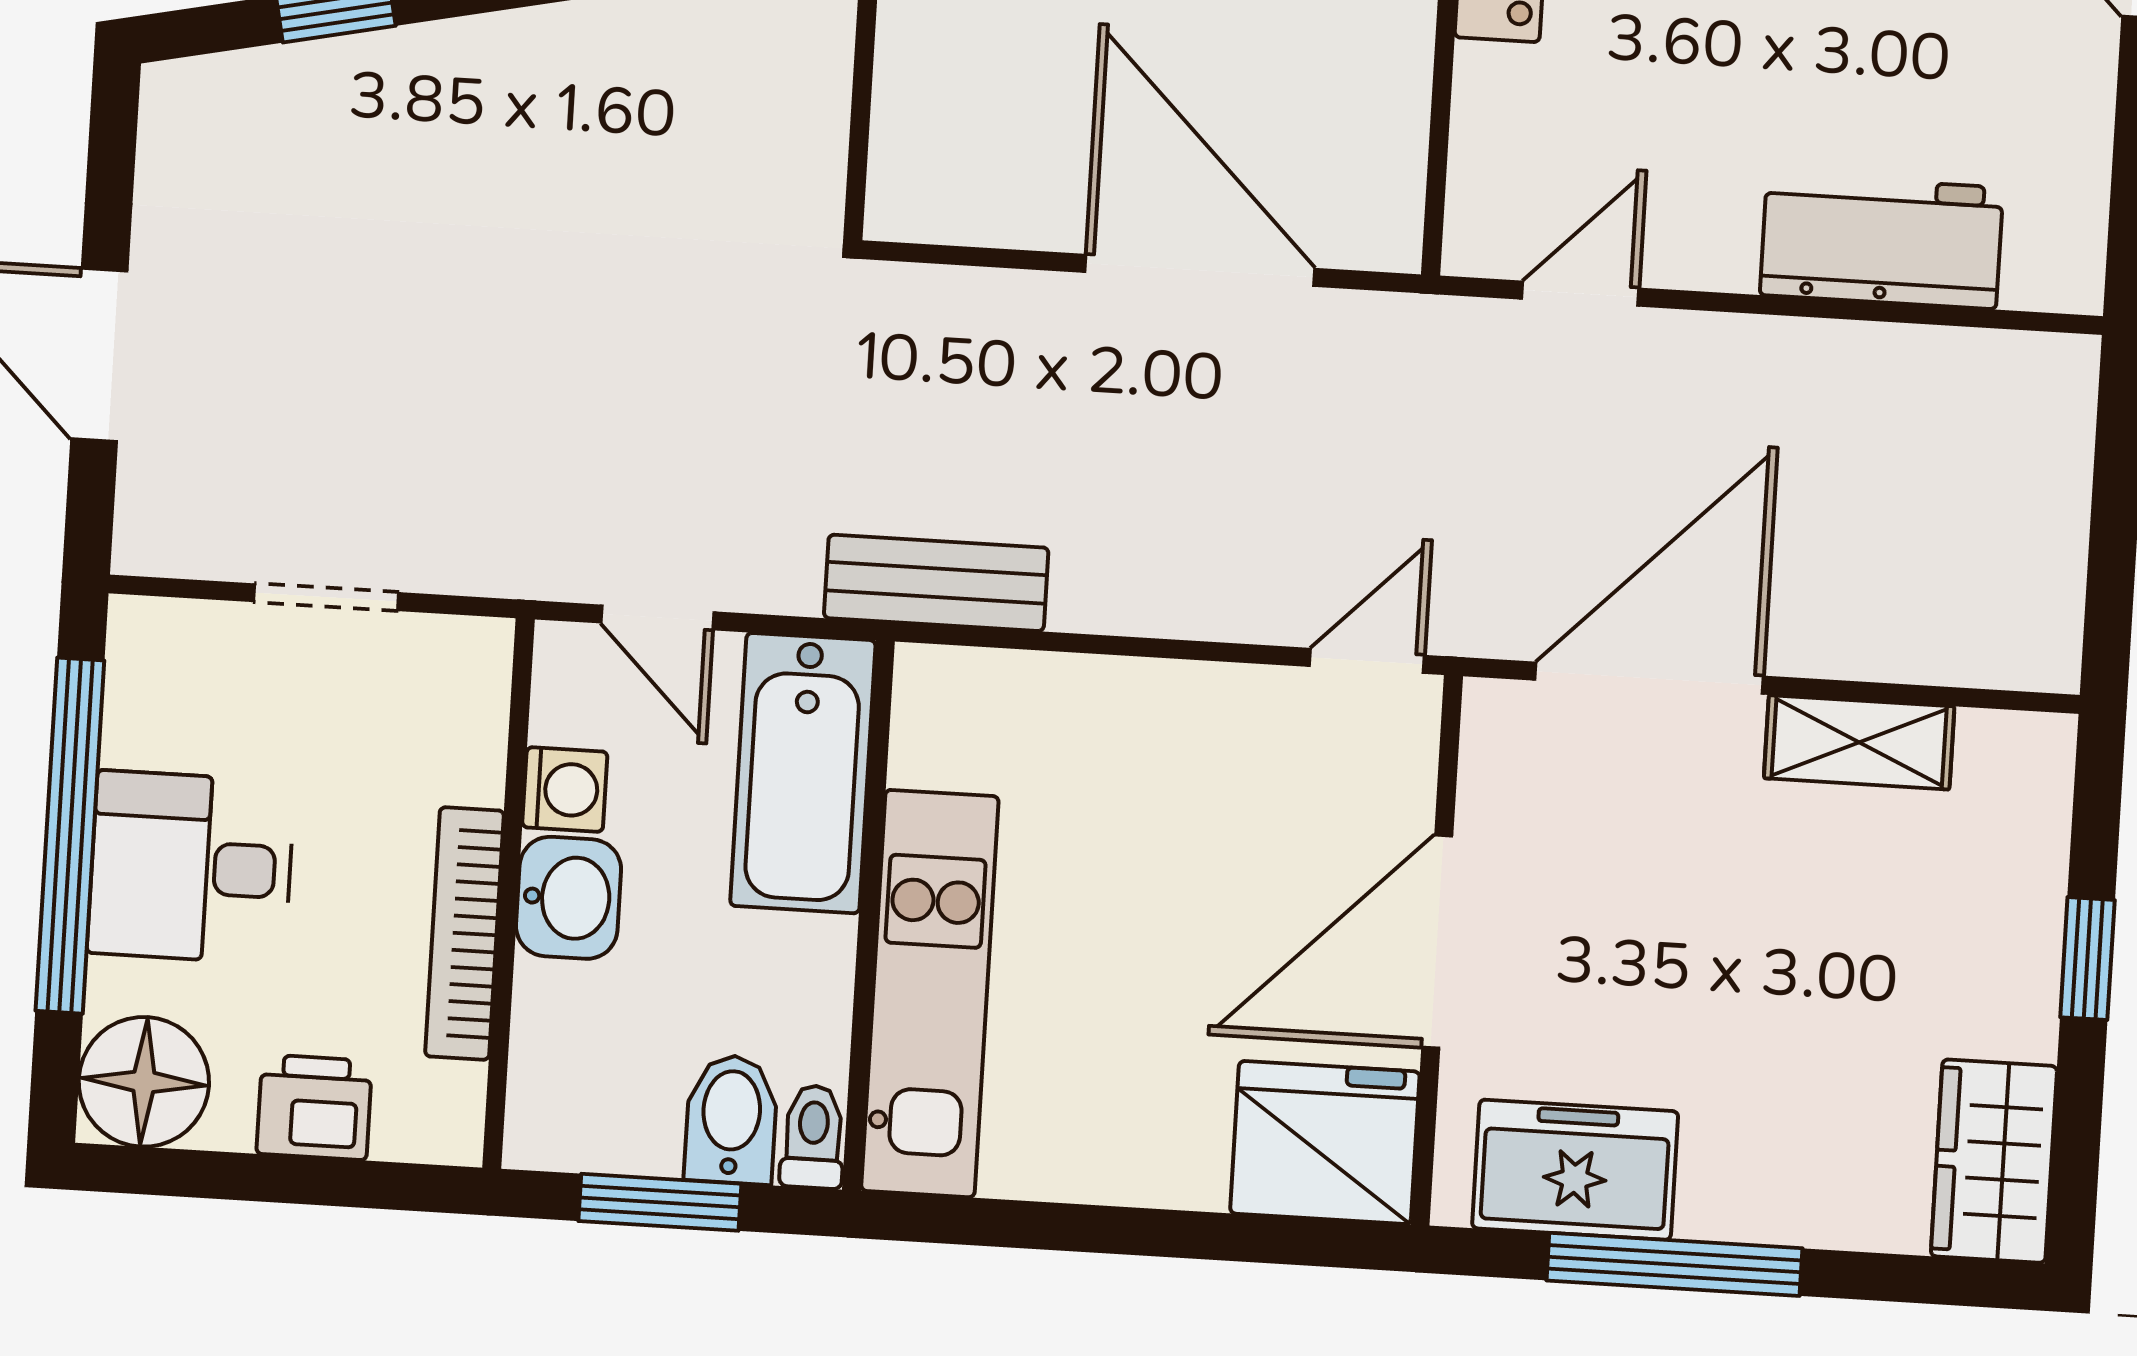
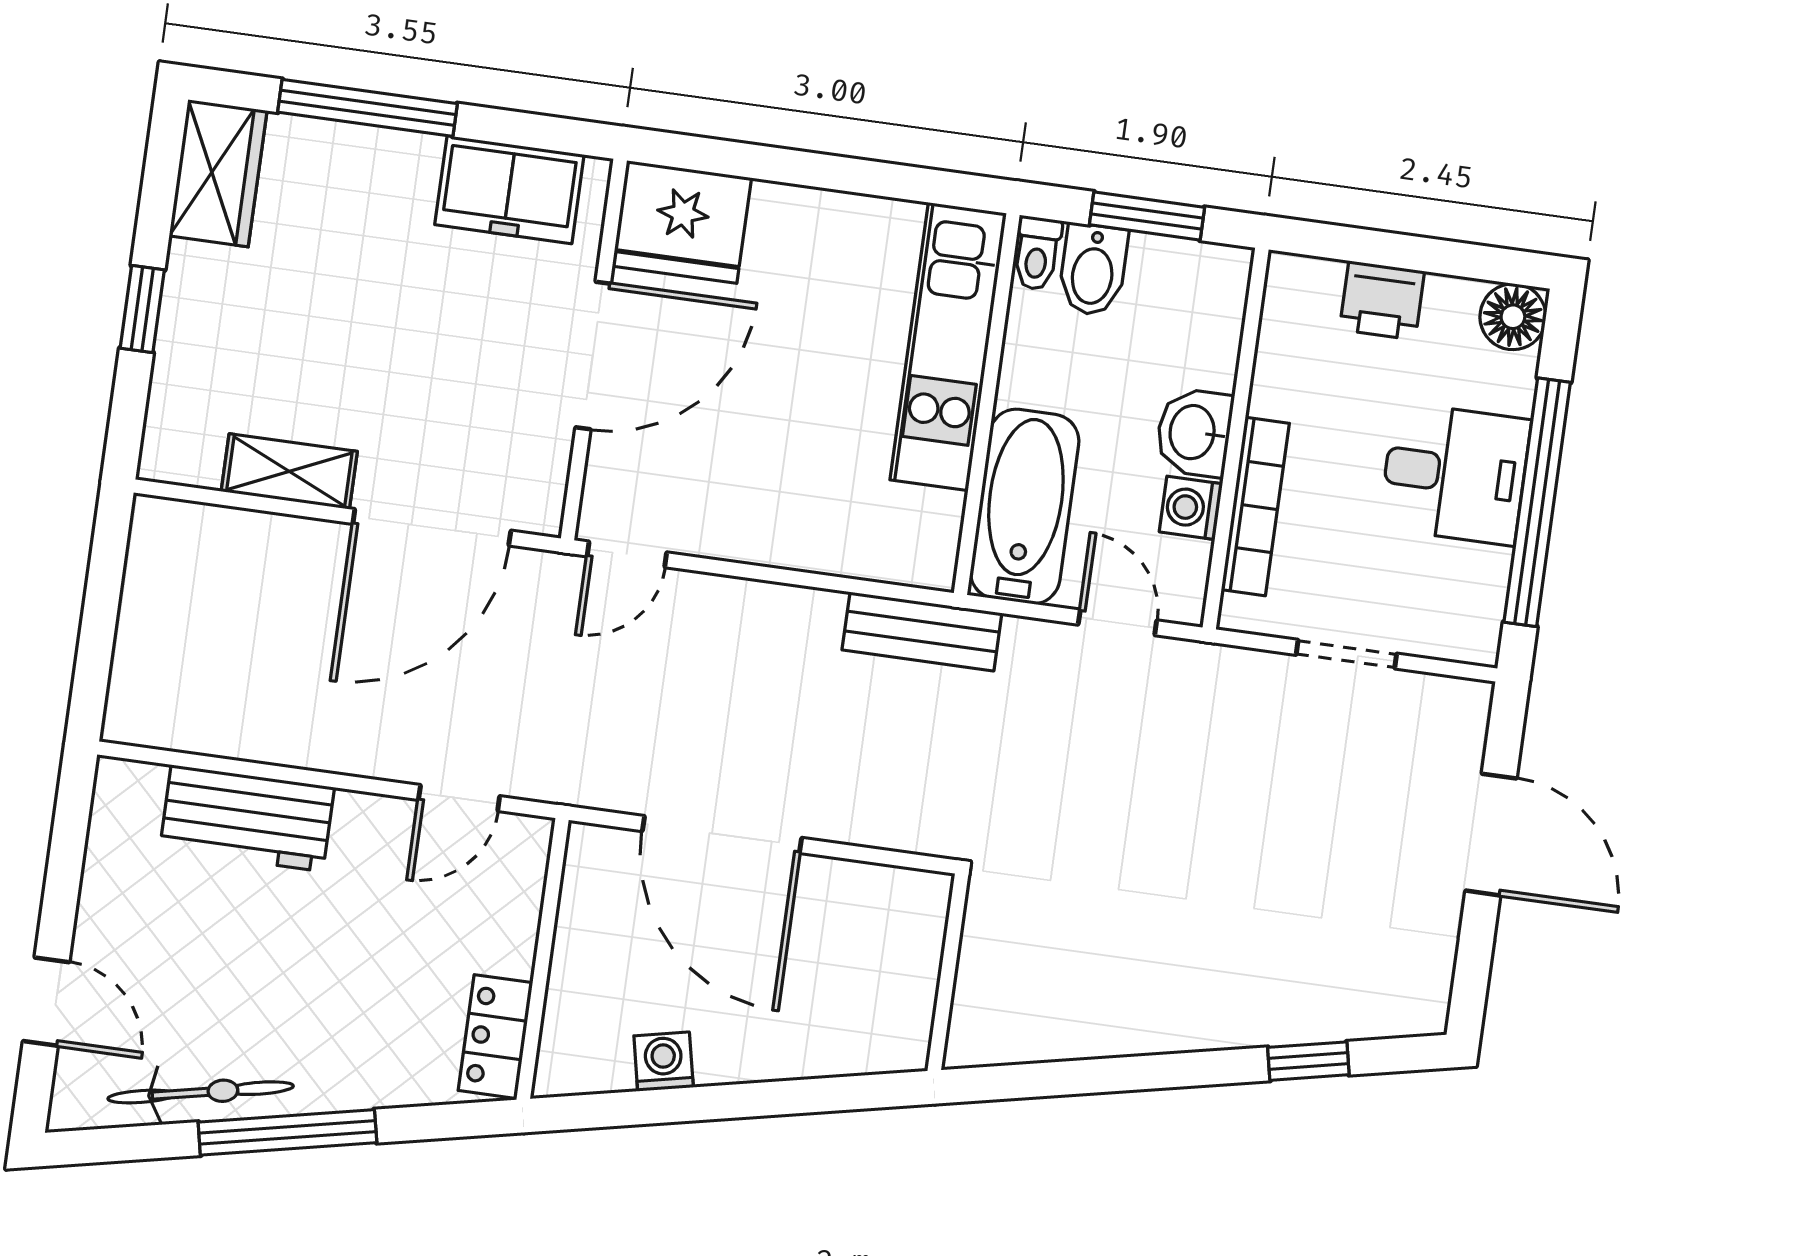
bookcase: (464, 933) -> (1255, 506), moved
floor lamp: (144, 1082) -> (1513, 317), width x0.73, depth x0.73
window: (1674, 1264) -> (367, 108), moved

